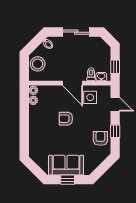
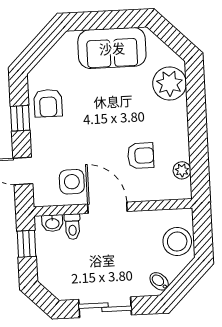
plant: (33, 90) -> (170, 83), moved, width x1.87, depth x1.87
armchair: (66, 119) -> (141, 156), moved
window: (68, 180) -> (107, 20), removed

